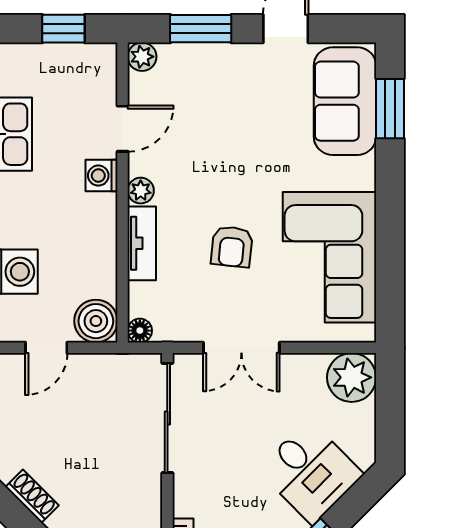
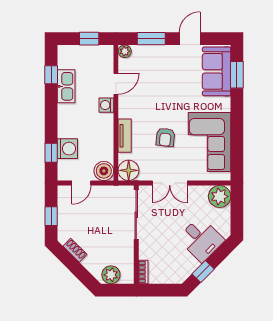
plant: (141, 191) -> (124, 112), removed
floor lamp: (140, 331) -> (129, 170), width x1.89, depth x1.89

